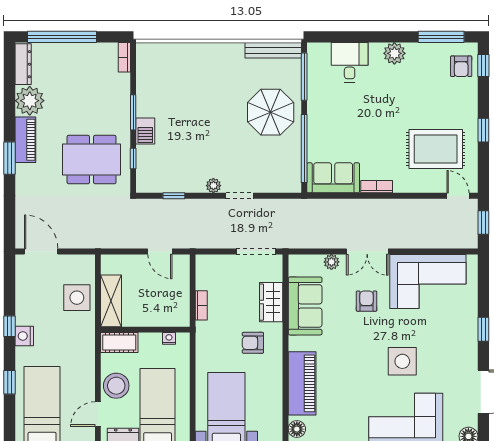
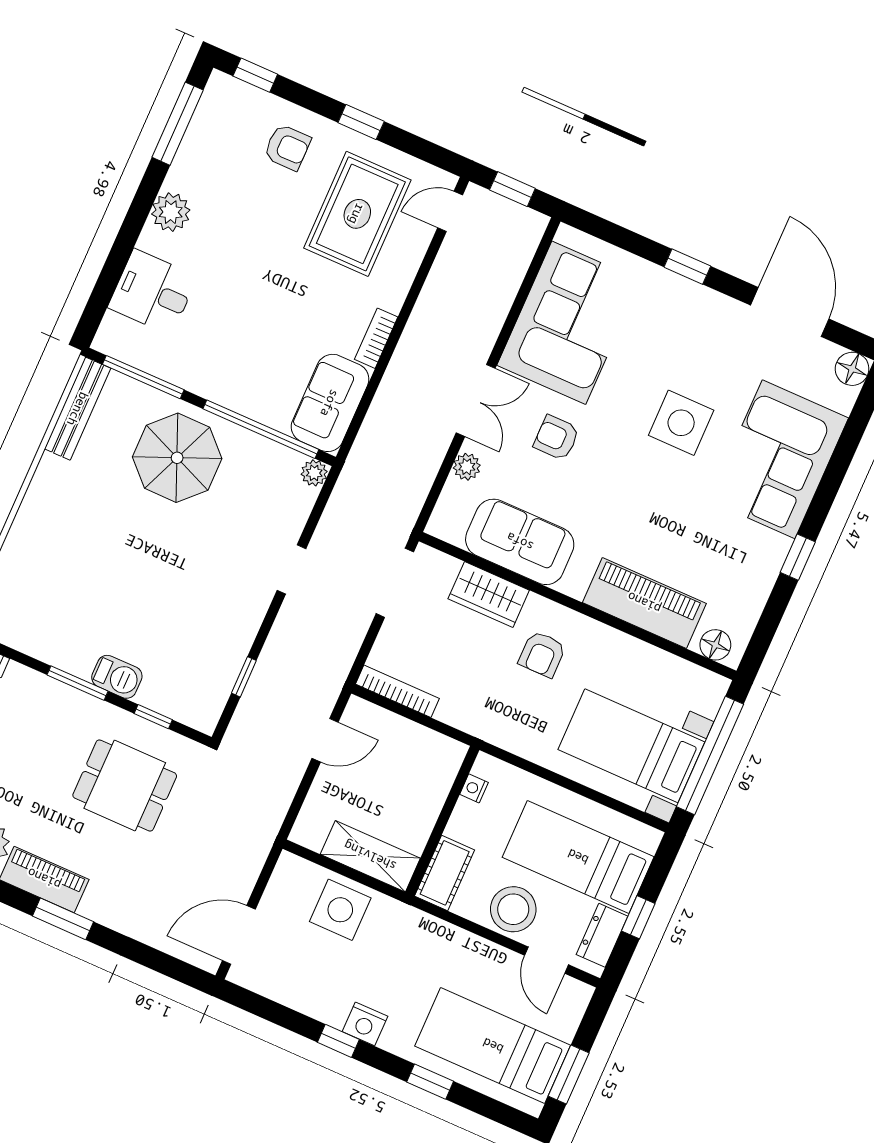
armchair: (461, 66) -> (287, 147), moved
dining table: (92, 160) -> (125, 786), width x0.73
plant: (213, 186) -> (314, 473), moved
bookcase: (201, 305) -> (397, 691), moved, width x1.56

